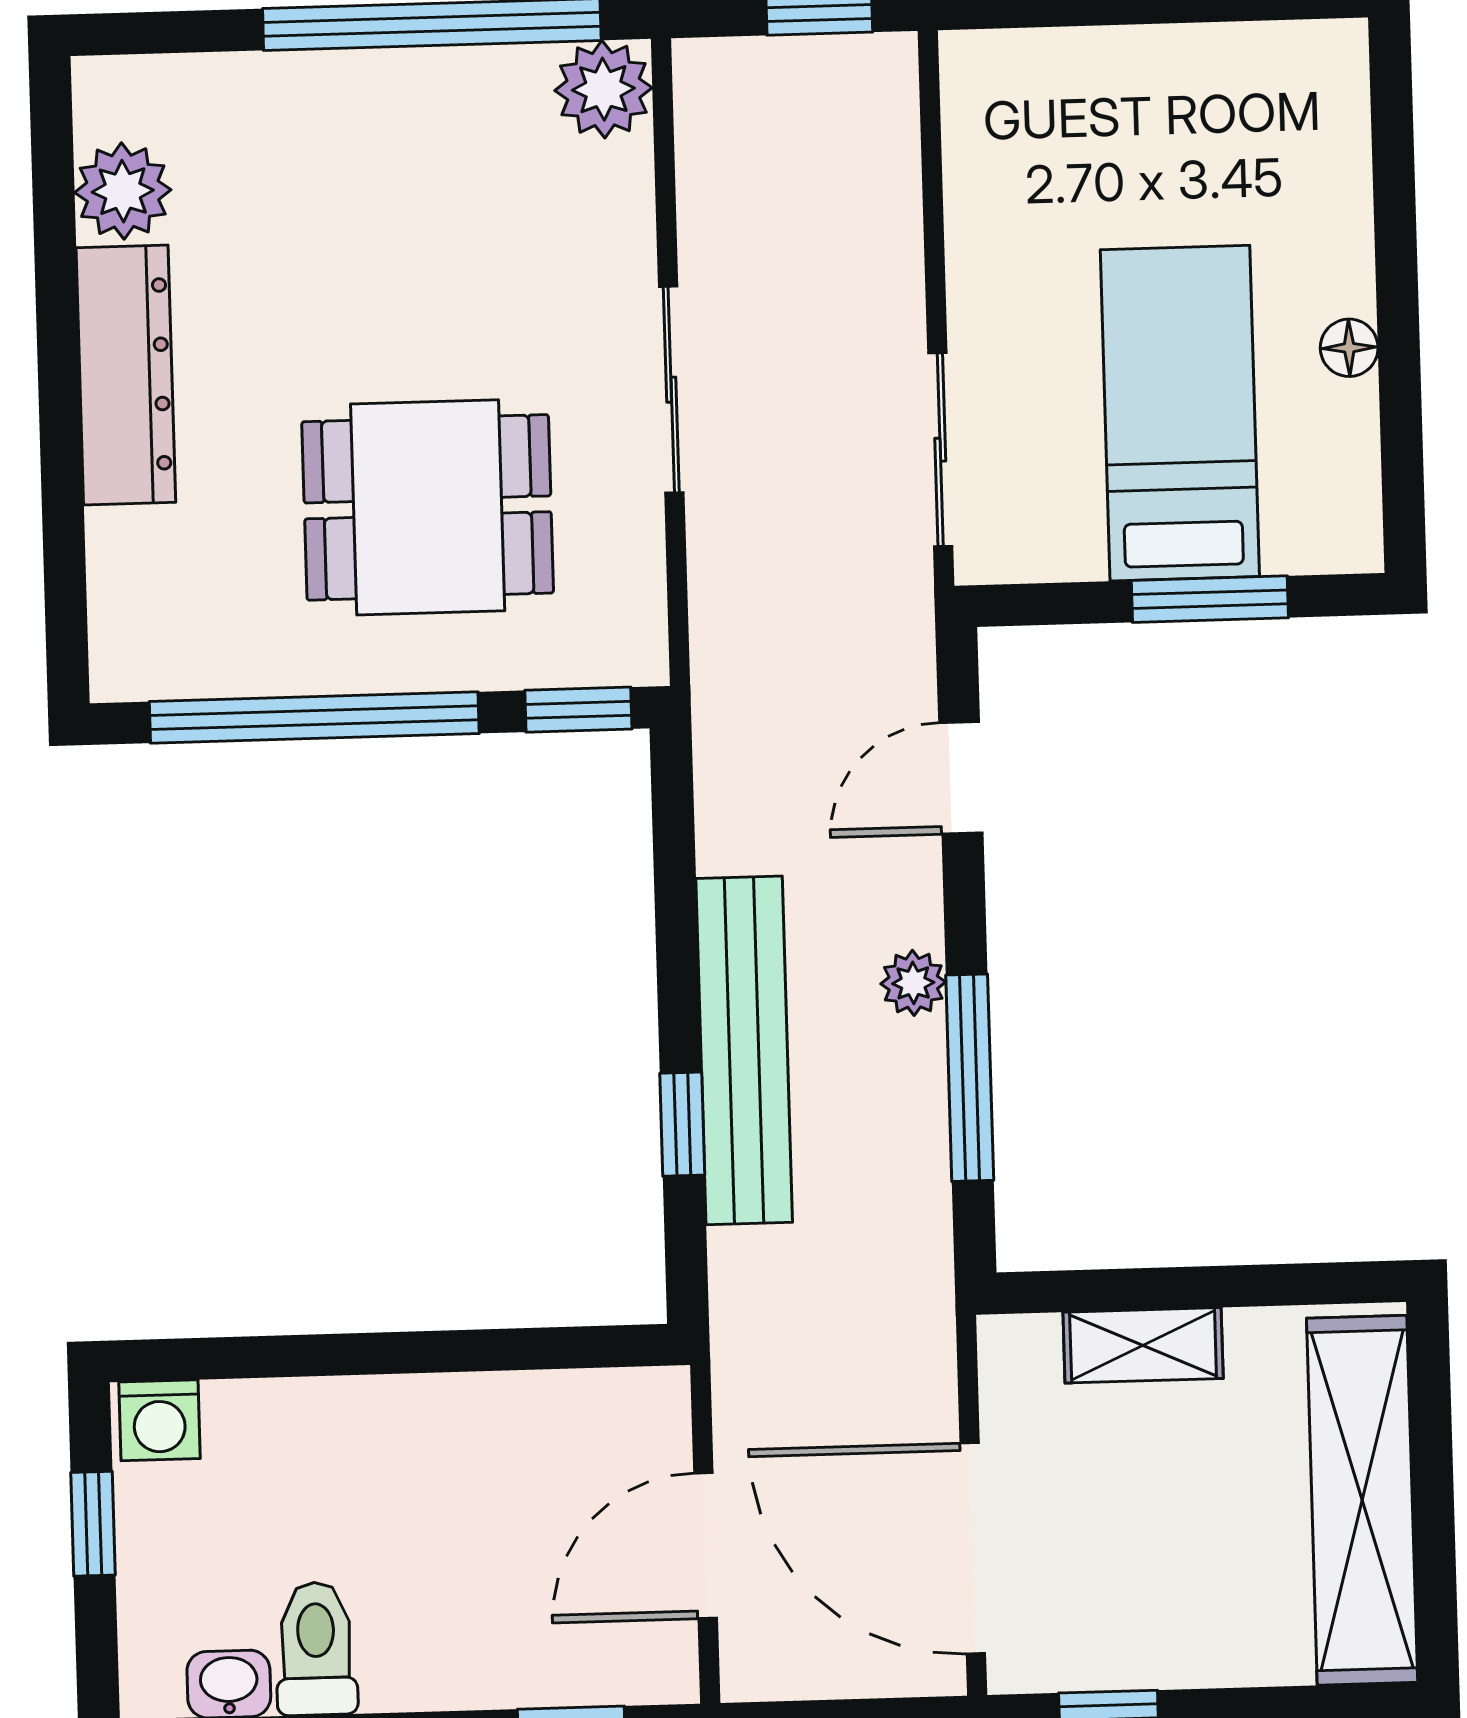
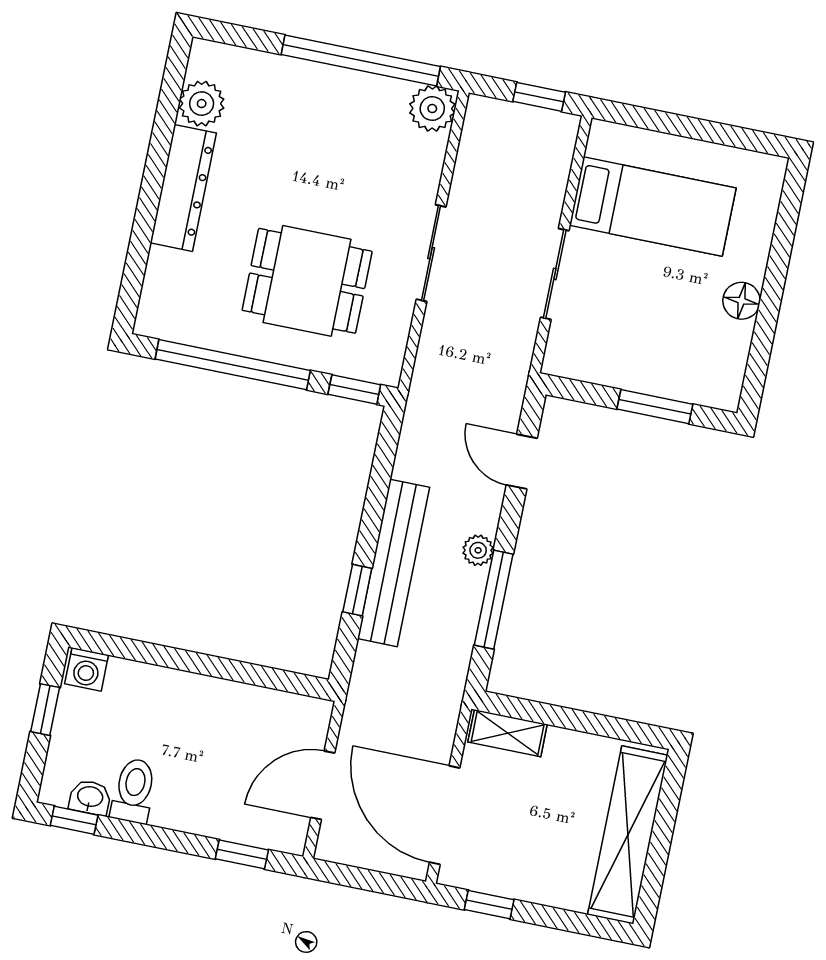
floor lamp: (1349, 348) -> (741, 301), width x1.37, depth x1.37
bed: (1180, 413) -> (653, 207), moved, turned 90
sliding door: (940, 450) -> (555, 274), moved
door: (961, 778) -> (522, 462), hinge flipped
shelving: (1143, 1345) -> (508, 733), moved

